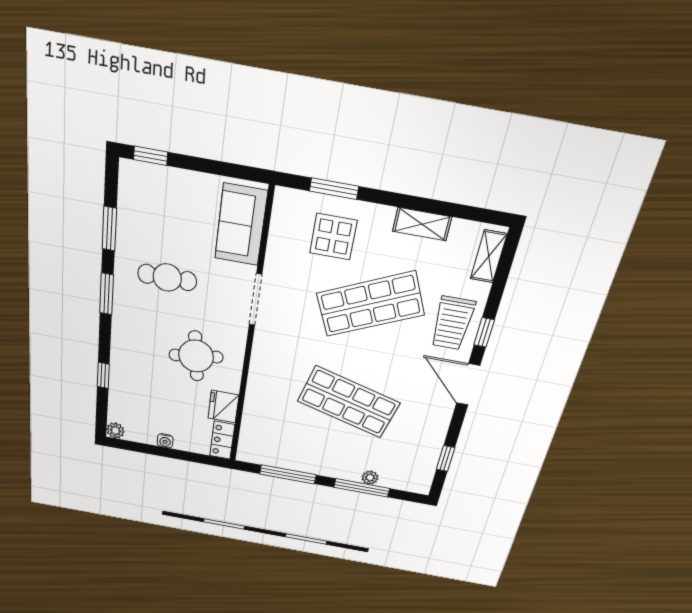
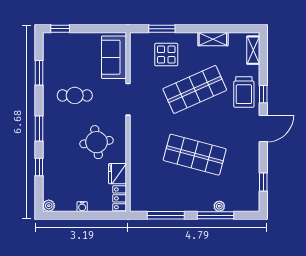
window: (107, 294) -> (39, 128), moved
door: (468, 384) -> (263, 128), swing flipped

